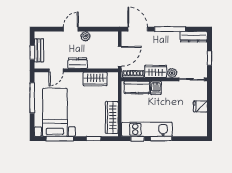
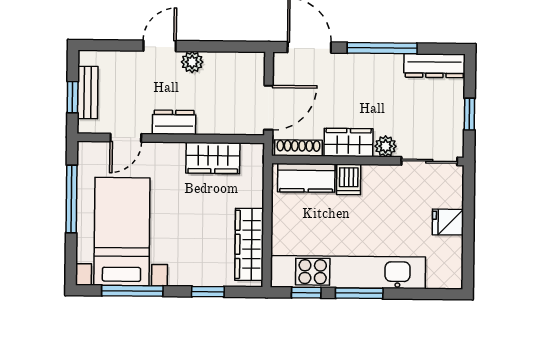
kitchen unit: (147, 129) -> (348, 272), width x1.36

